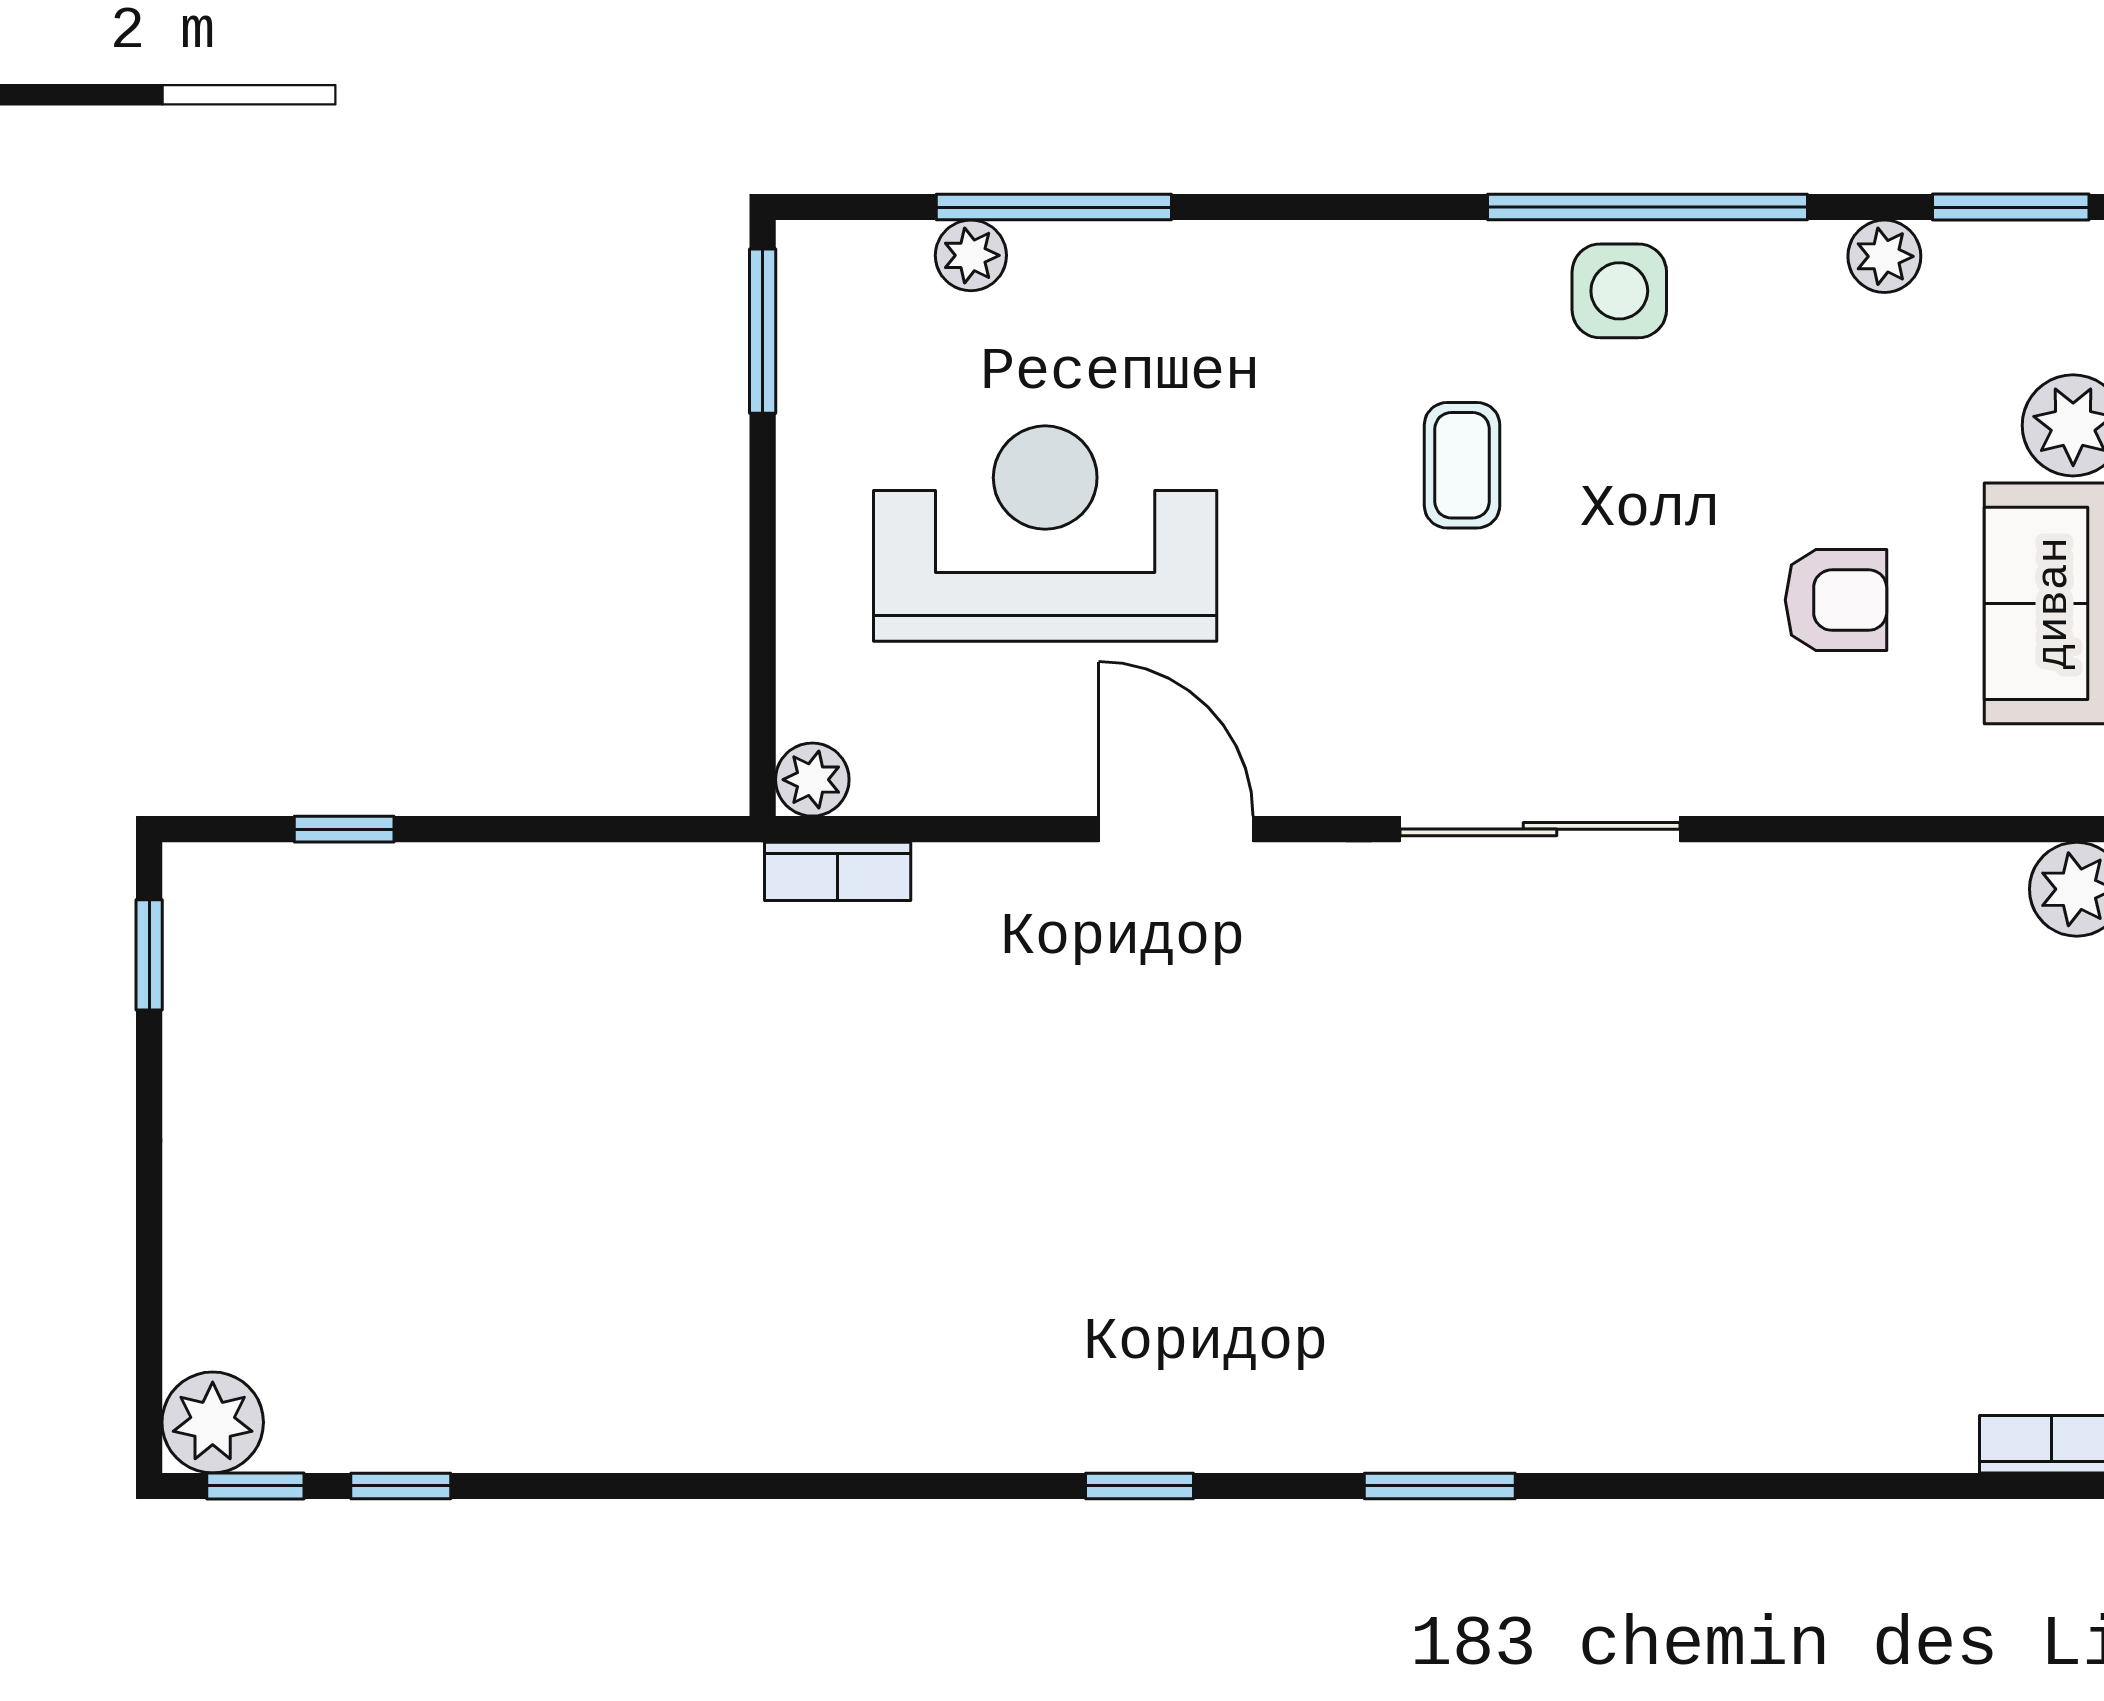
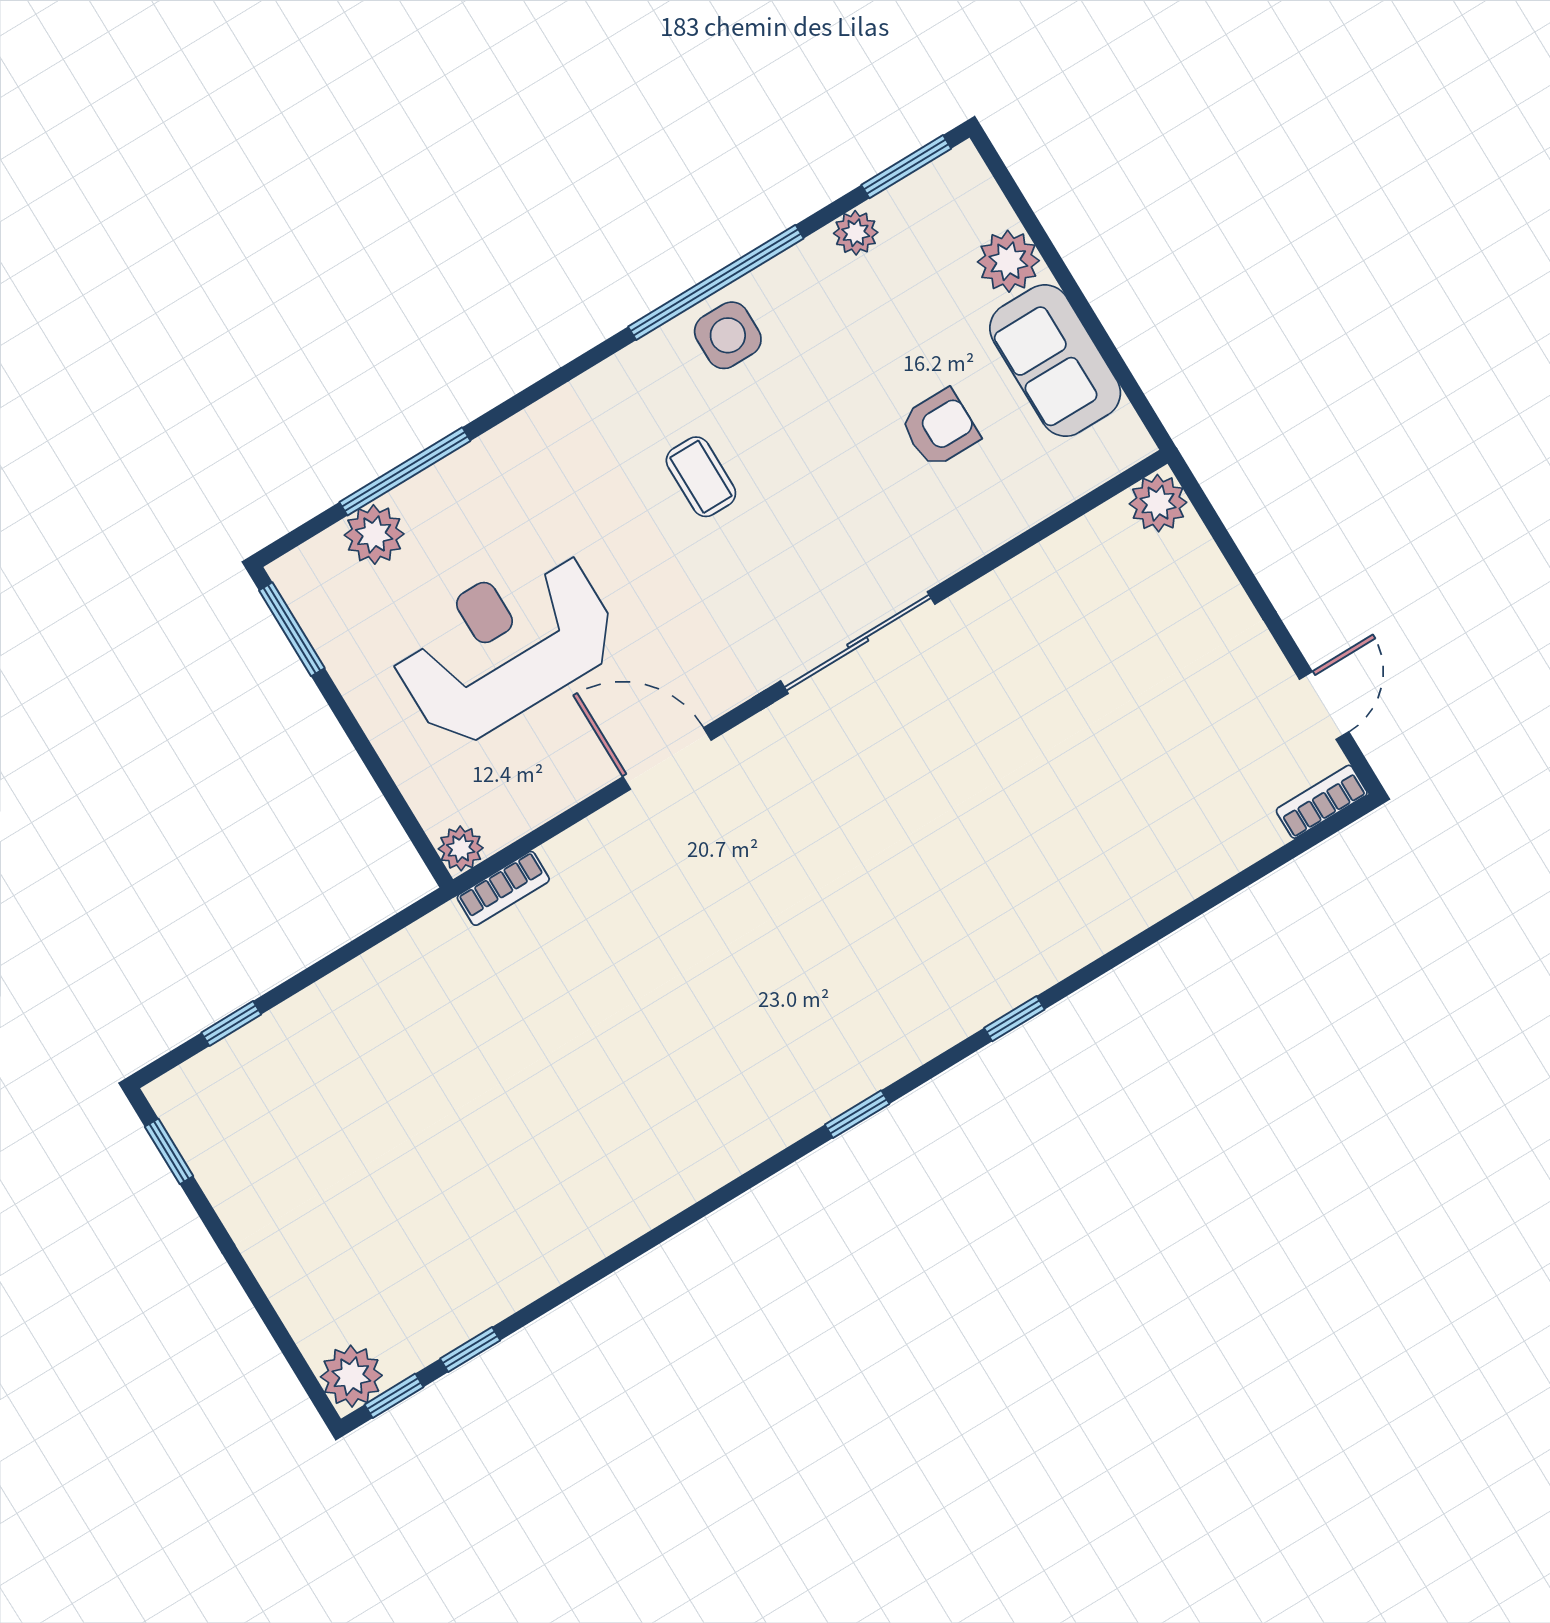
plant: (971, 255) -> (374, 534), width x1.38, depth x1.38
window: (1440, 1486) -> (1014, 1019), width x0.67

